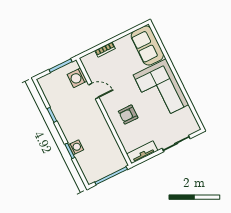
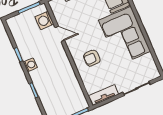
washing machine: (76, 147) -> (30, 65), moved

